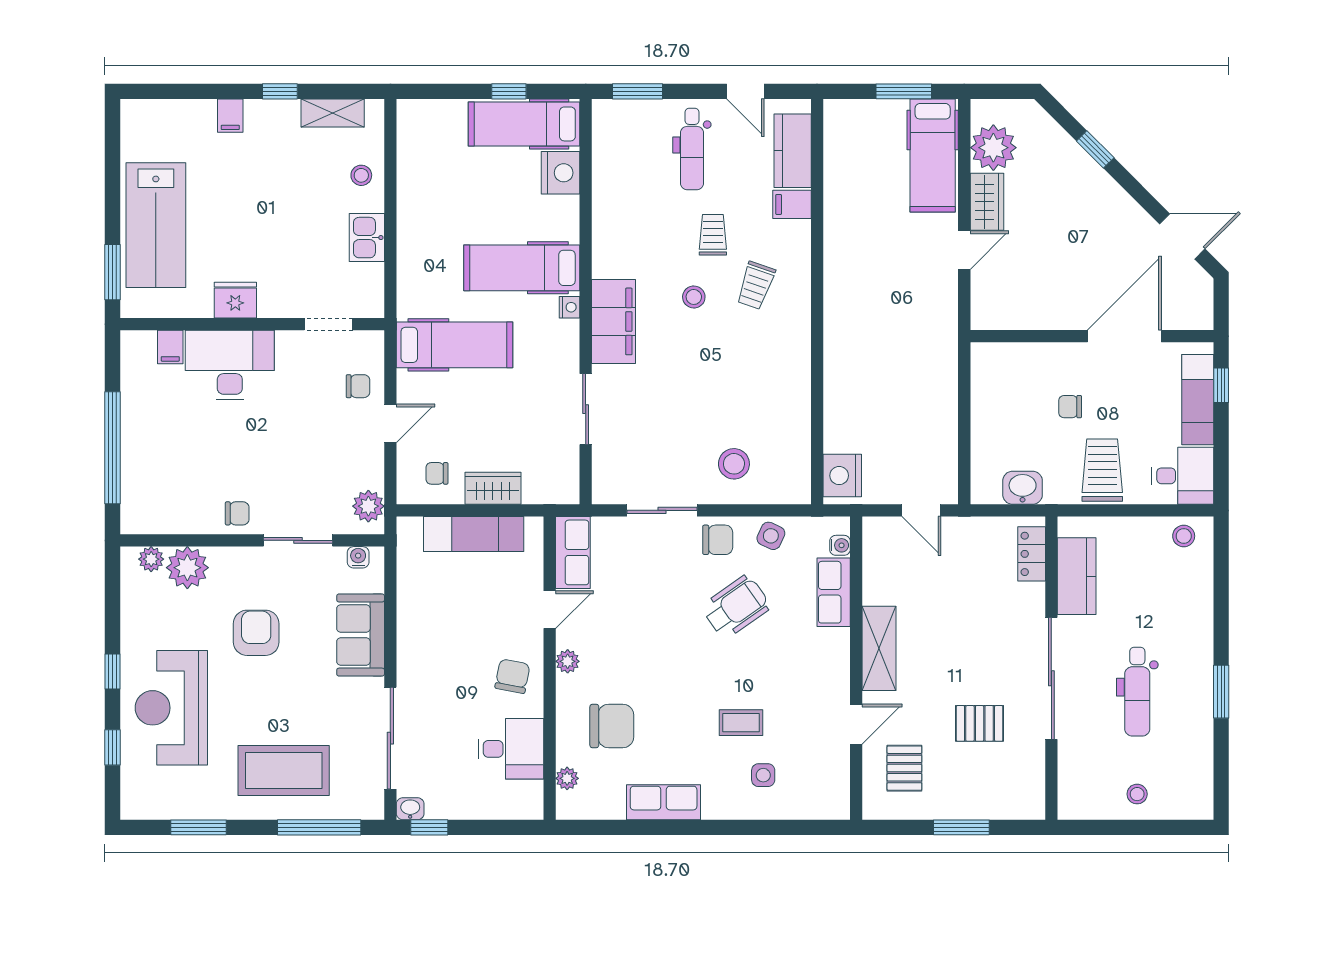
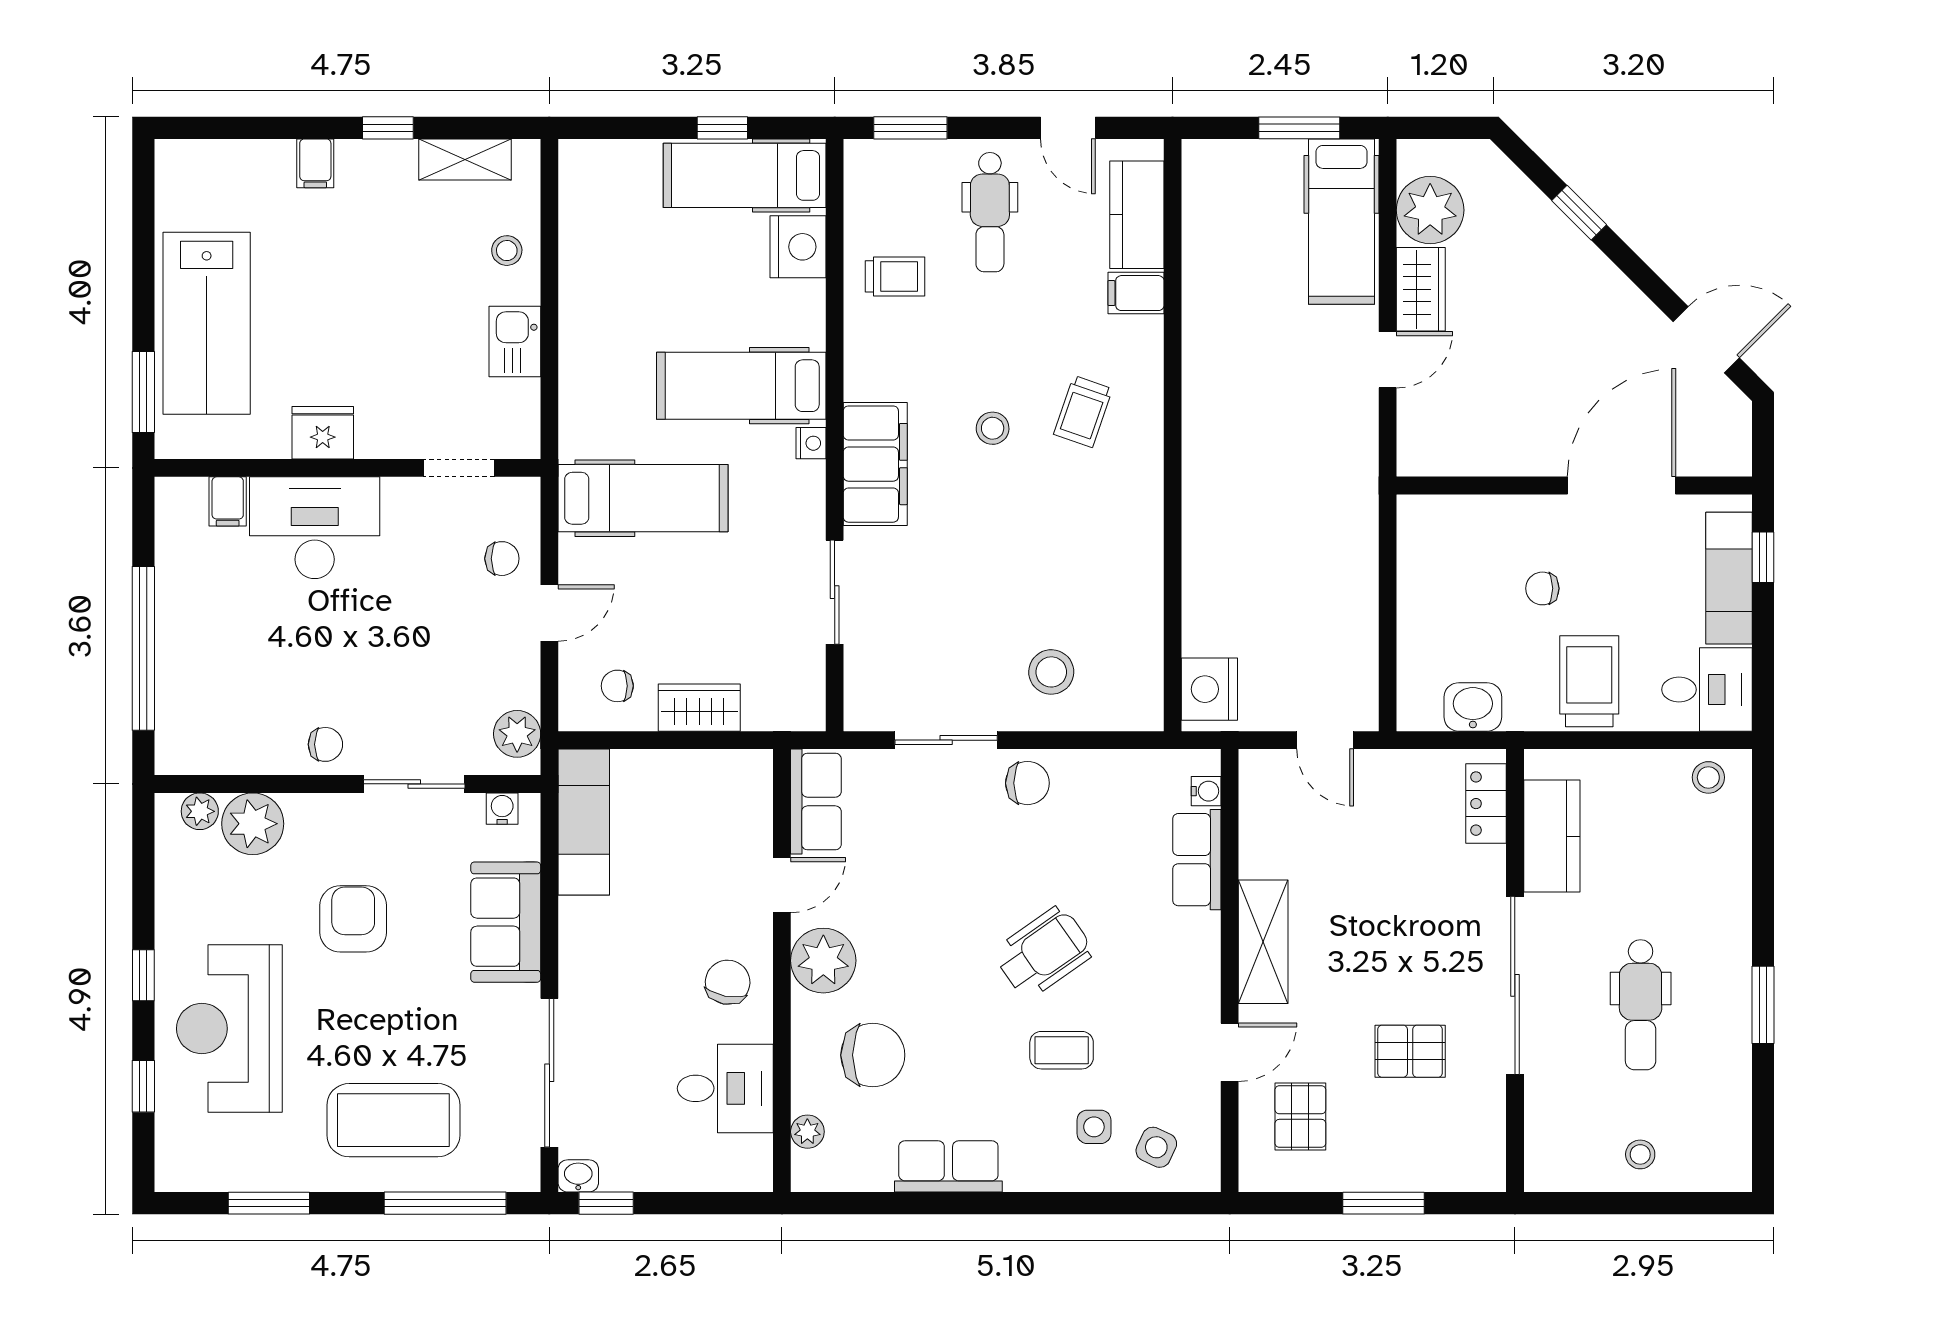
trolley: (713, 235) -> (895, 276), moved, turned 90
exam couch: (474, 534) -> (584, 822), moved, turned -90
side table: (771, 536) -> (1156, 1147), moved
wheelchair: (736, 607) -> (1043, 952), moved
plant: (568, 661) -> (823, 961), width x1.88, depth x1.88

